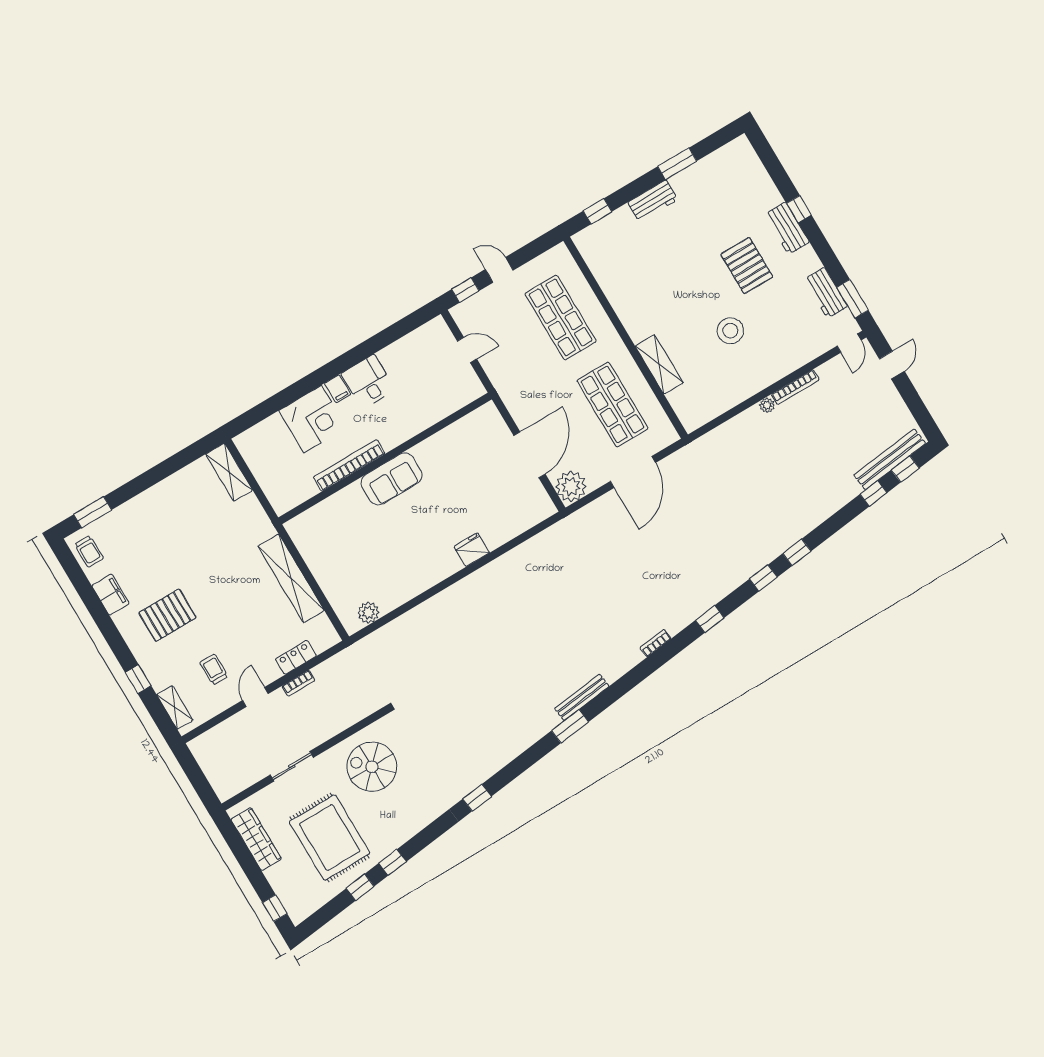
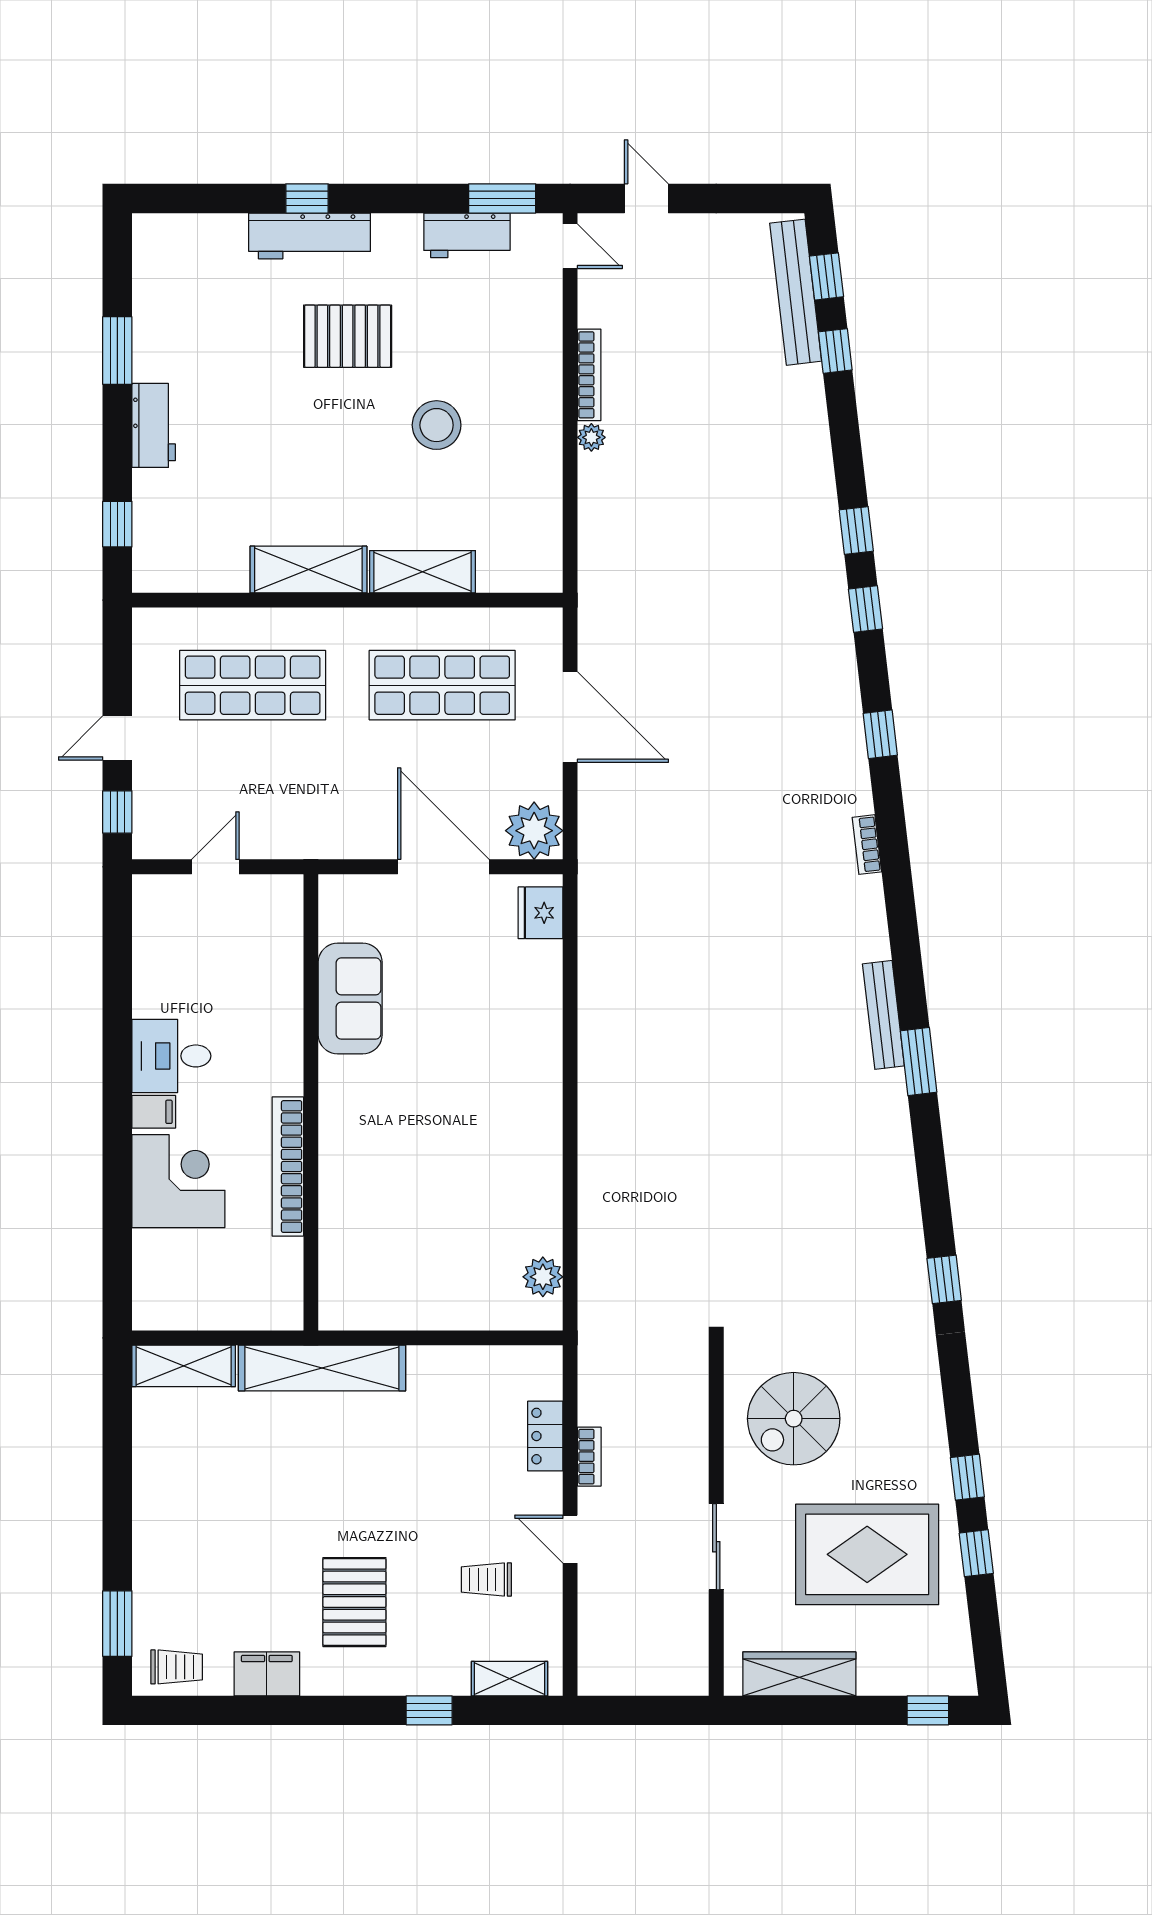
workbench: (787, 228) -> (310, 236), width x1.38
shelving: (629, 311) -> (308, 569), added
sofa: (392, 479) -> (350, 998), moved
fridge: (472, 550) -> (541, 913), moved
shelving: (291, 578) -> (322, 1368), moved

